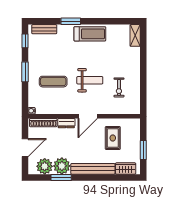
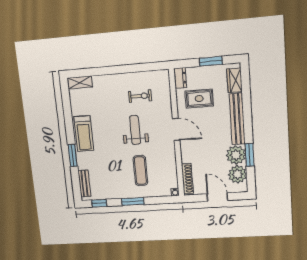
treadmill: (90, 34) -> (84, 134), turned 180
dresser: (66, 123) -> (180, 78), moved

